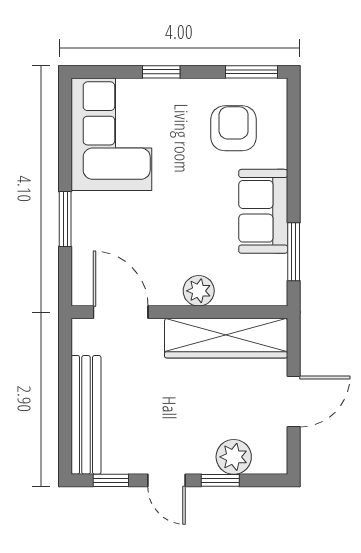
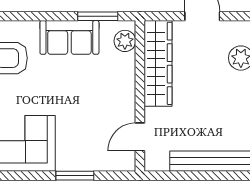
plant: (199, 291) -> (125, 41), moved
door: (121, 312) -> (140, 137), width x0.73

